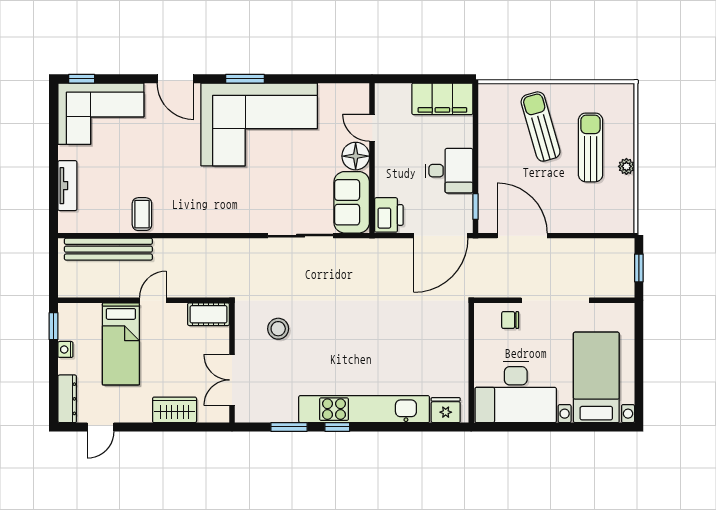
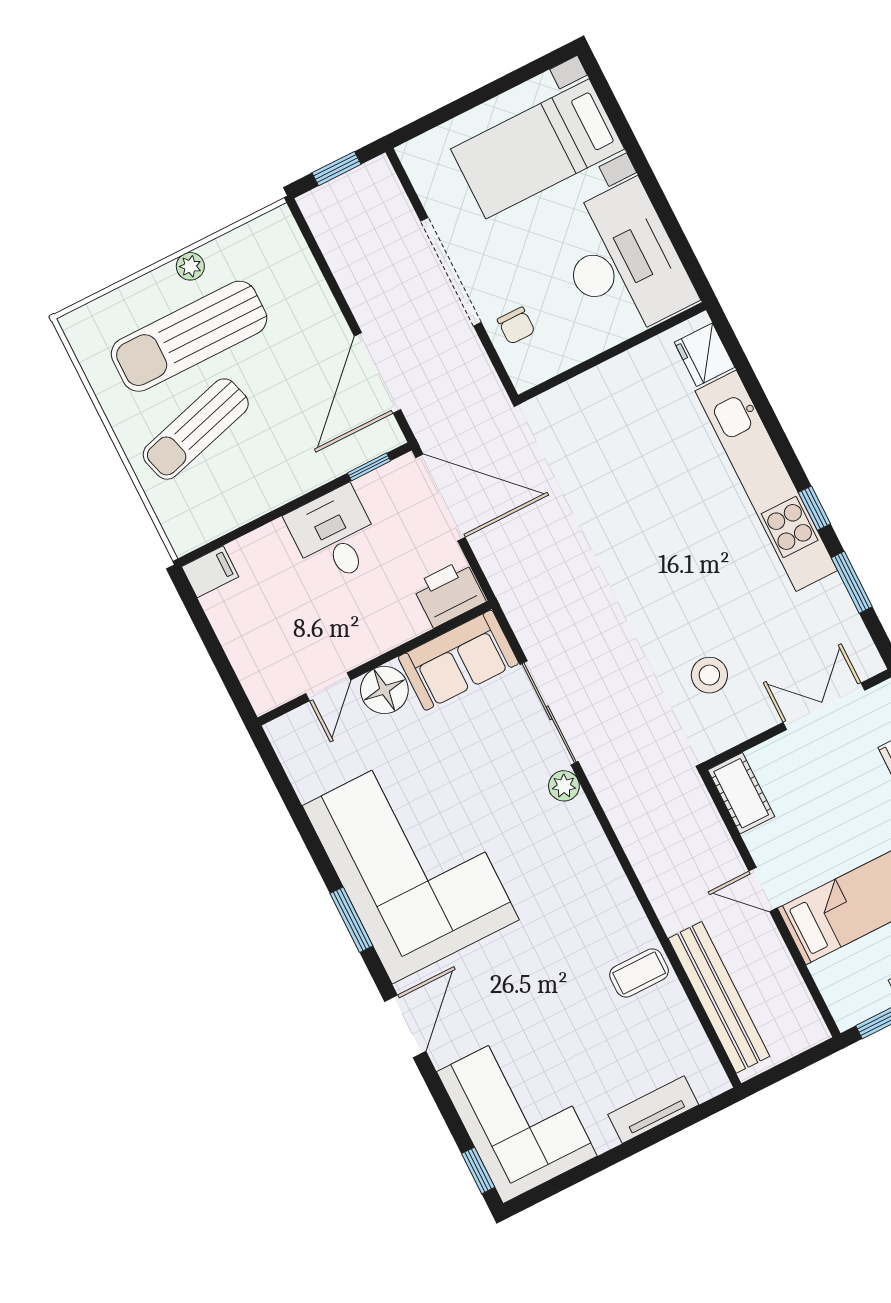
filing cabinet: (442, 99) -> (210, 572), width x0.33, depth x0.86
sun lounger: (591, 147) -> (189, 336), width x1.36, depth x1.34
plant: (259, 224) -> (564, 786), added
double door: (232, 380) -> (824, 706), swing flipped

